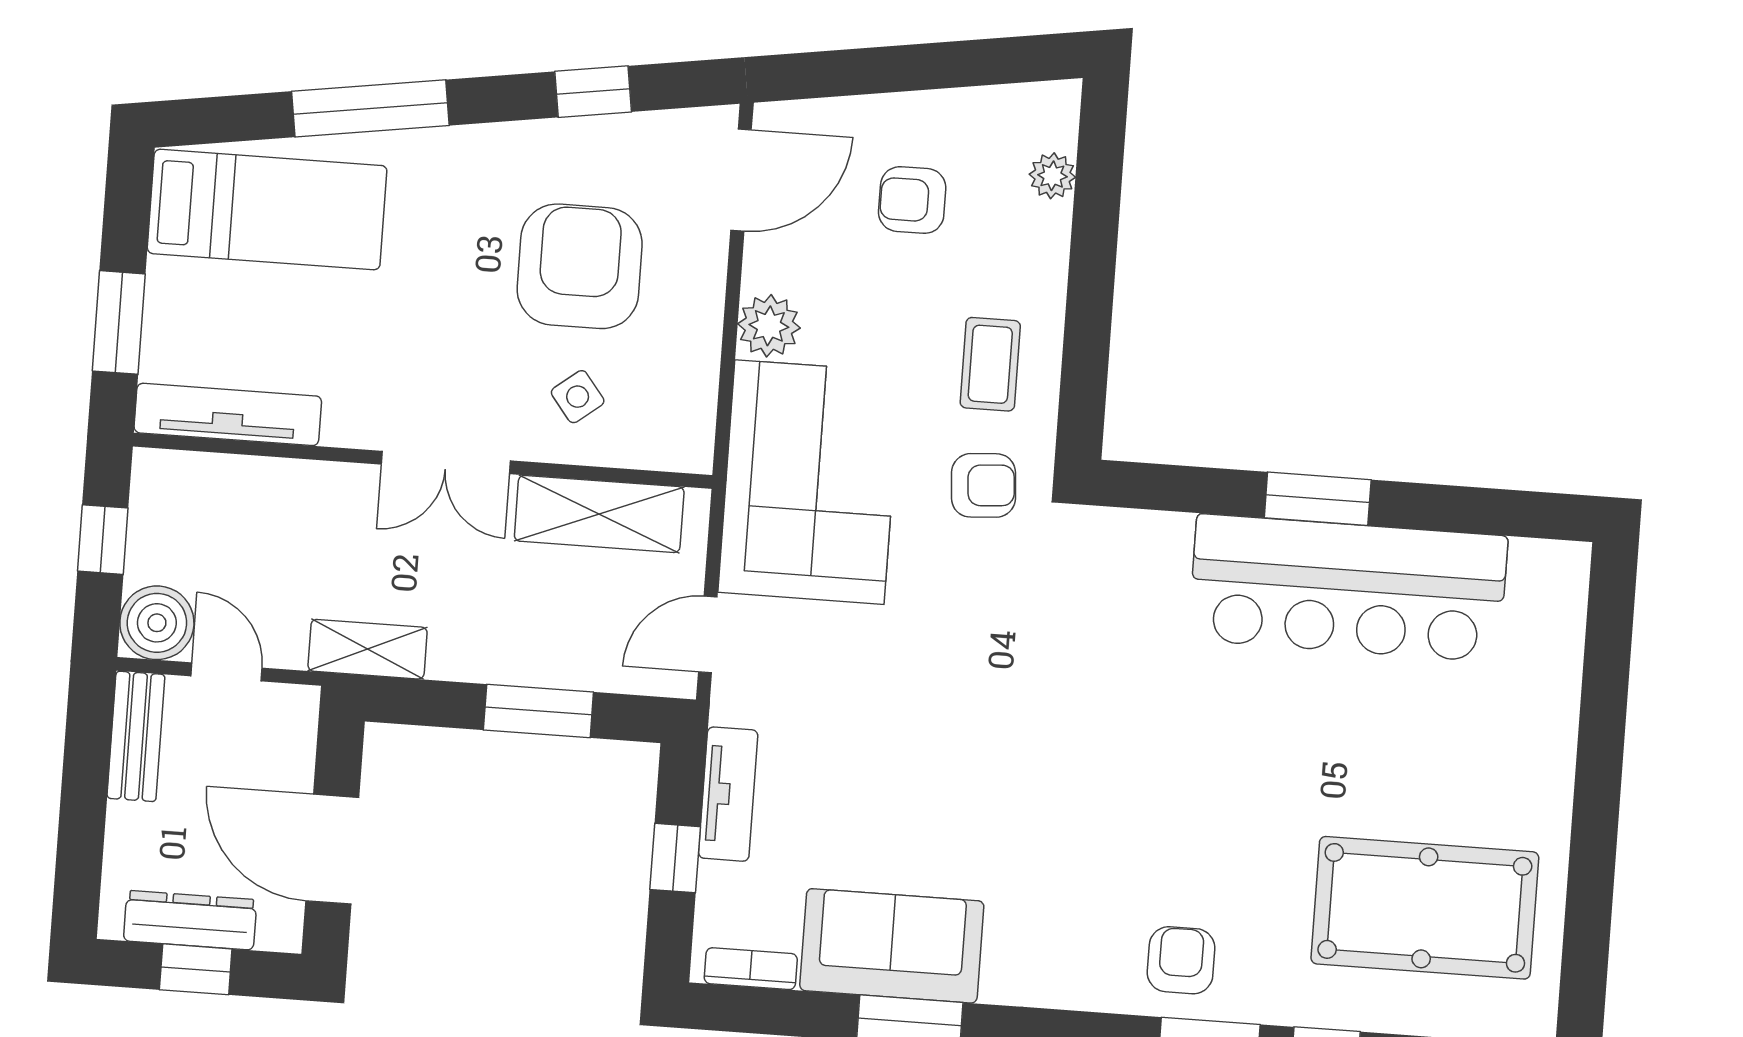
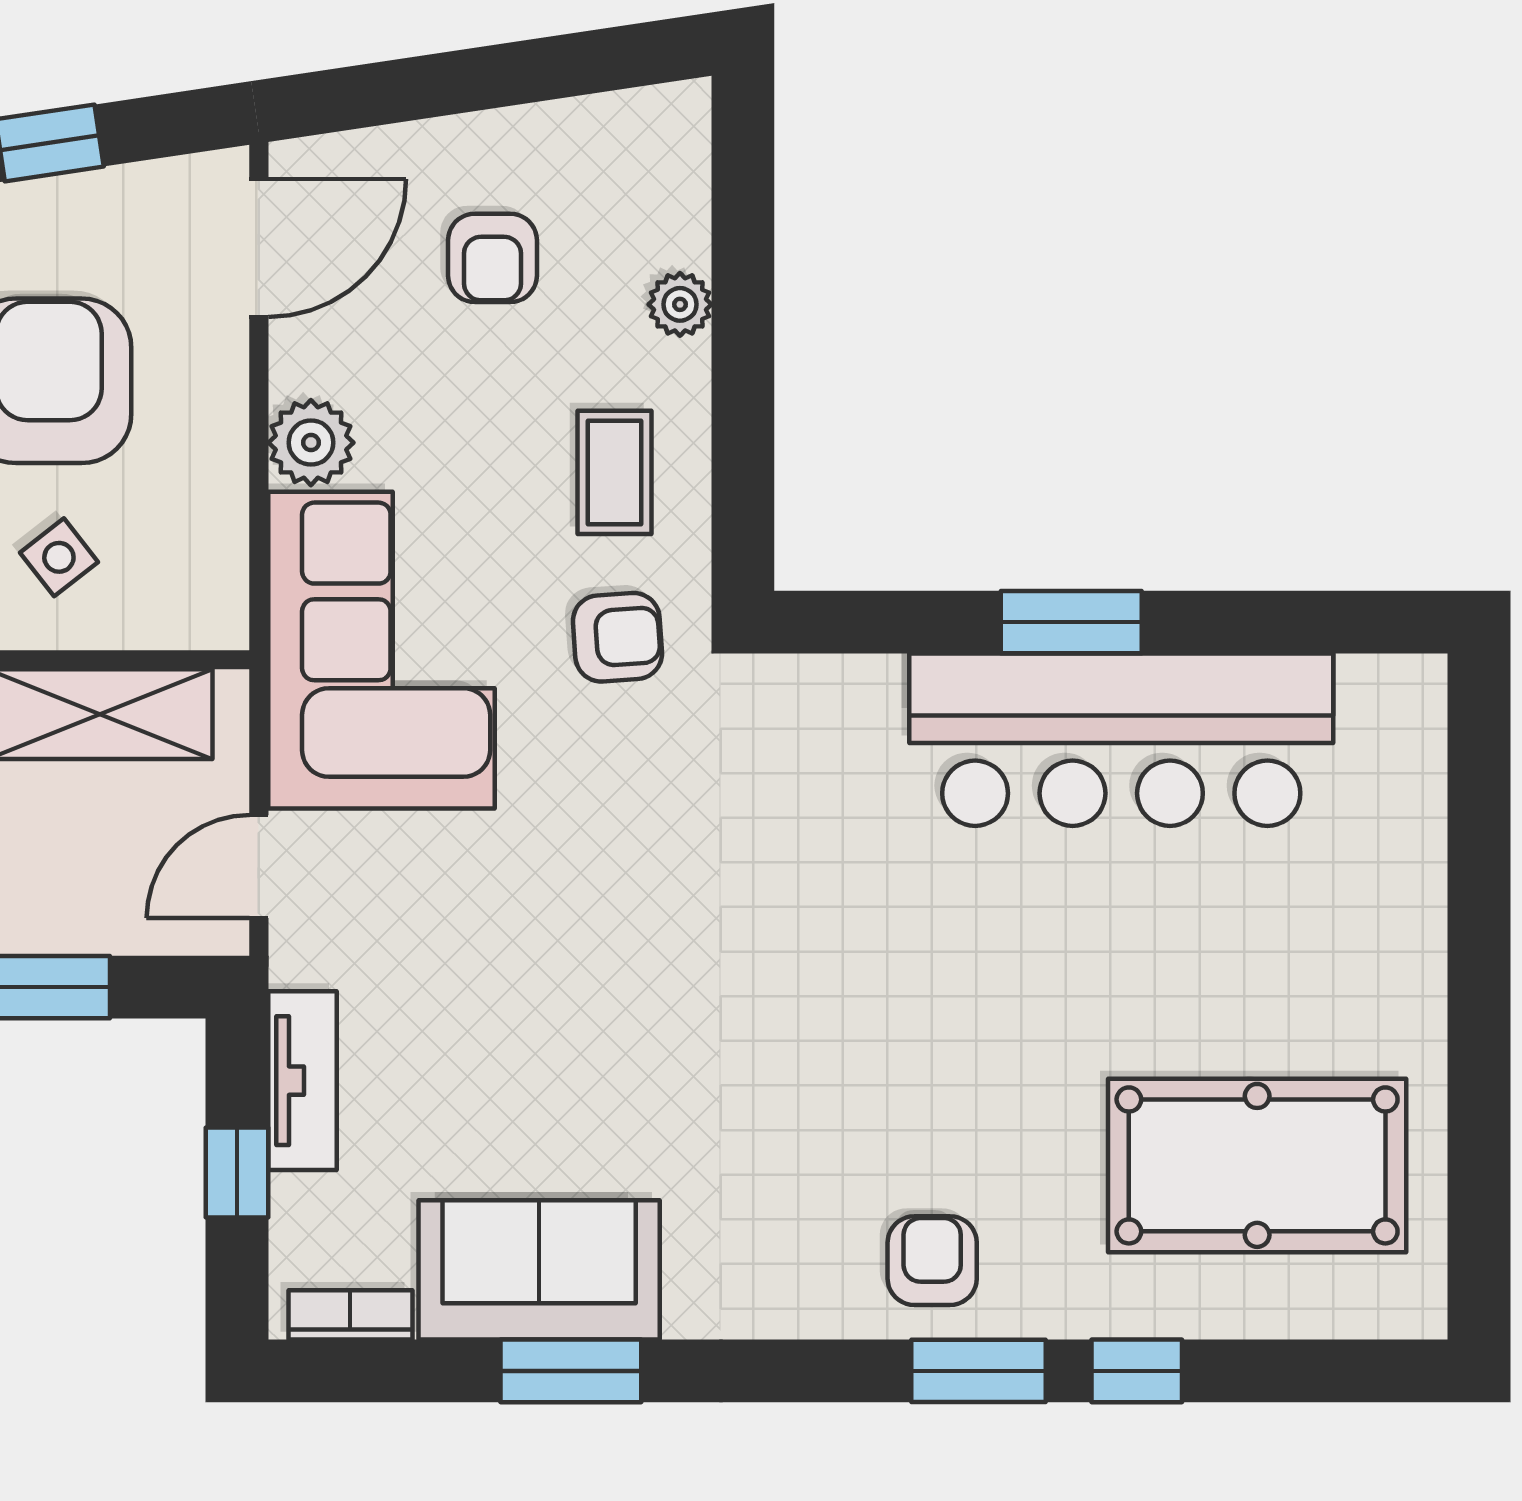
plant: (1052, 176) -> (680, 304), moved
armchair: (912, 200) -> (492, 258), turned -90

